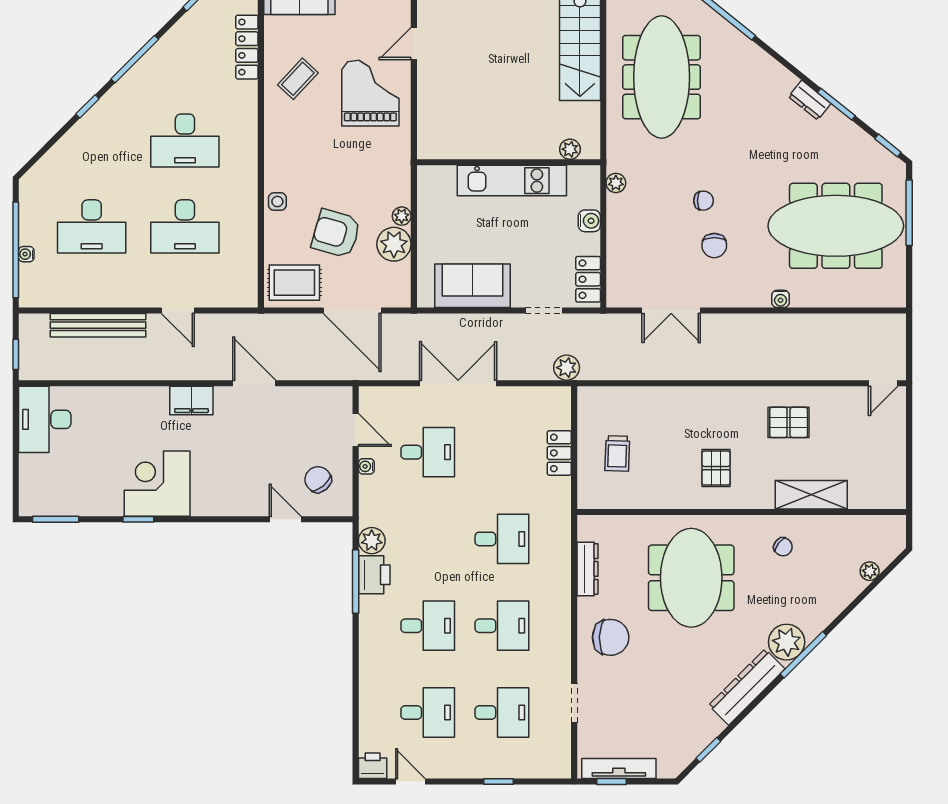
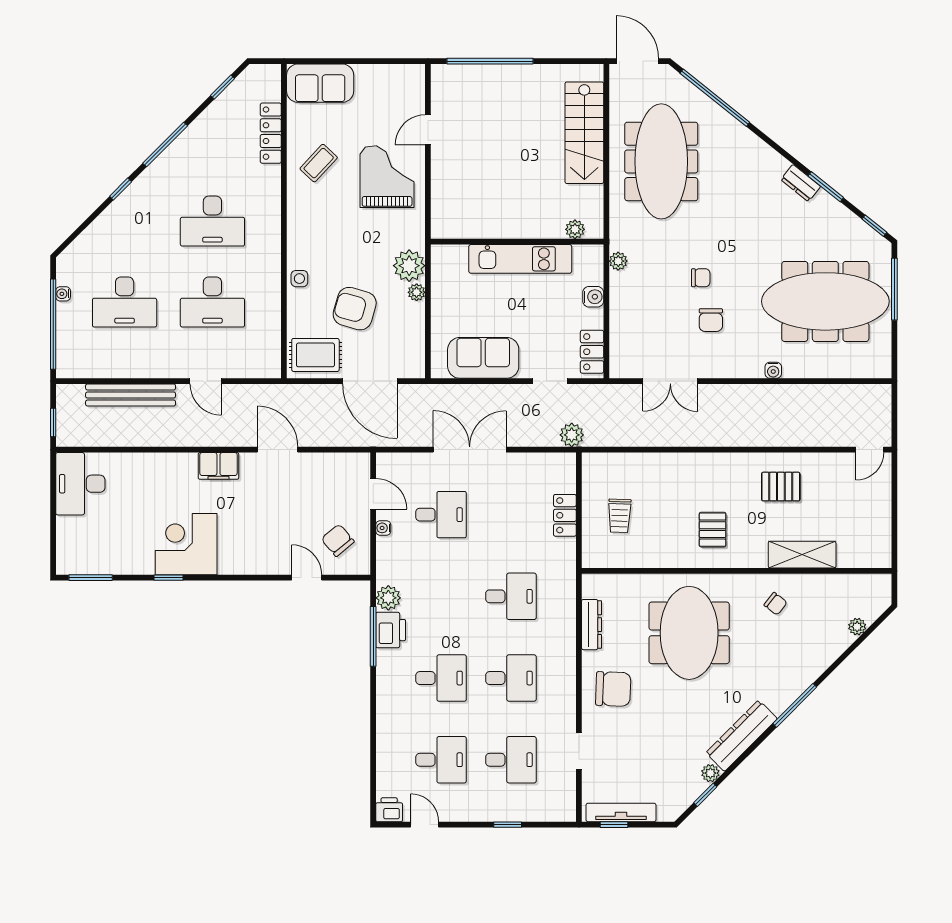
plant: (394, 244) -> (409, 266), moved
water cooler: (26, 254) -> (63, 294), moved
plant: (787, 642) -> (710, 773), moved, width x0.53, depth x0.53

